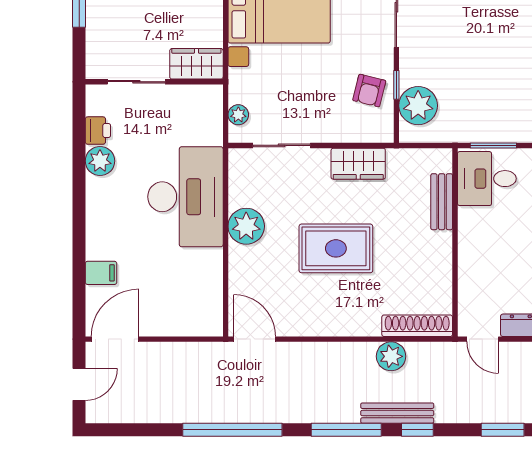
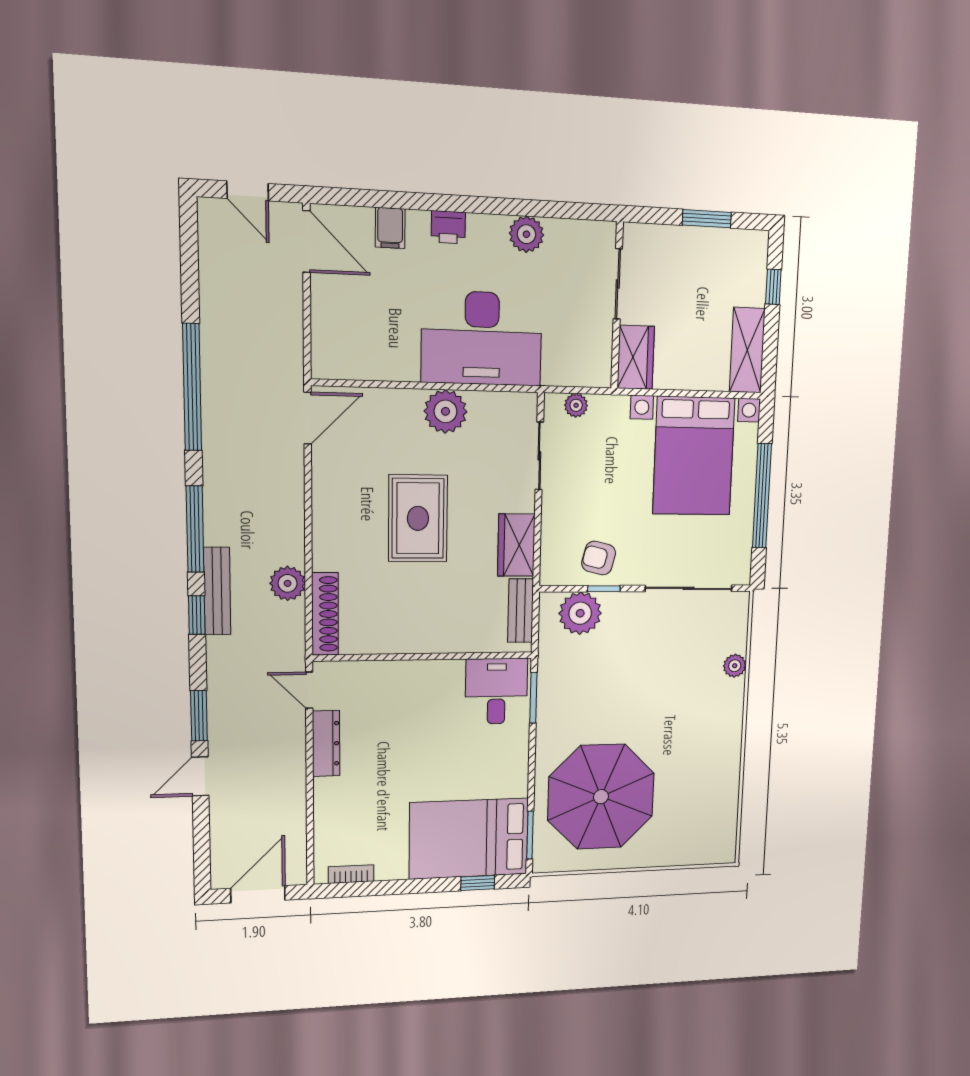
printer: (98, 131) -> (448, 227), moved
bench: (442, 202) -> (521, 611), moved, turned 90
door: (483, 339) -> (309, 690), hinge flipped

